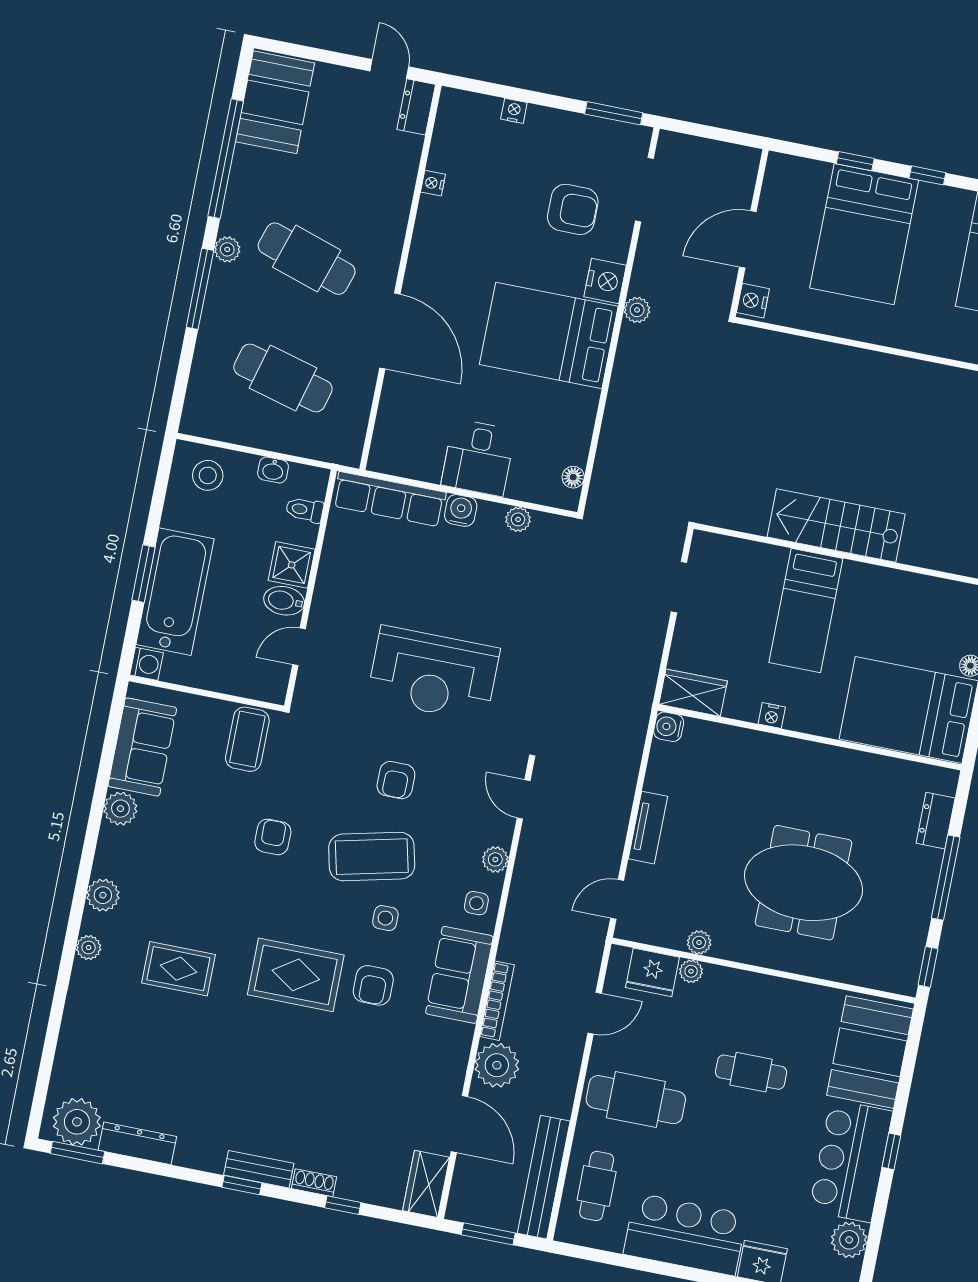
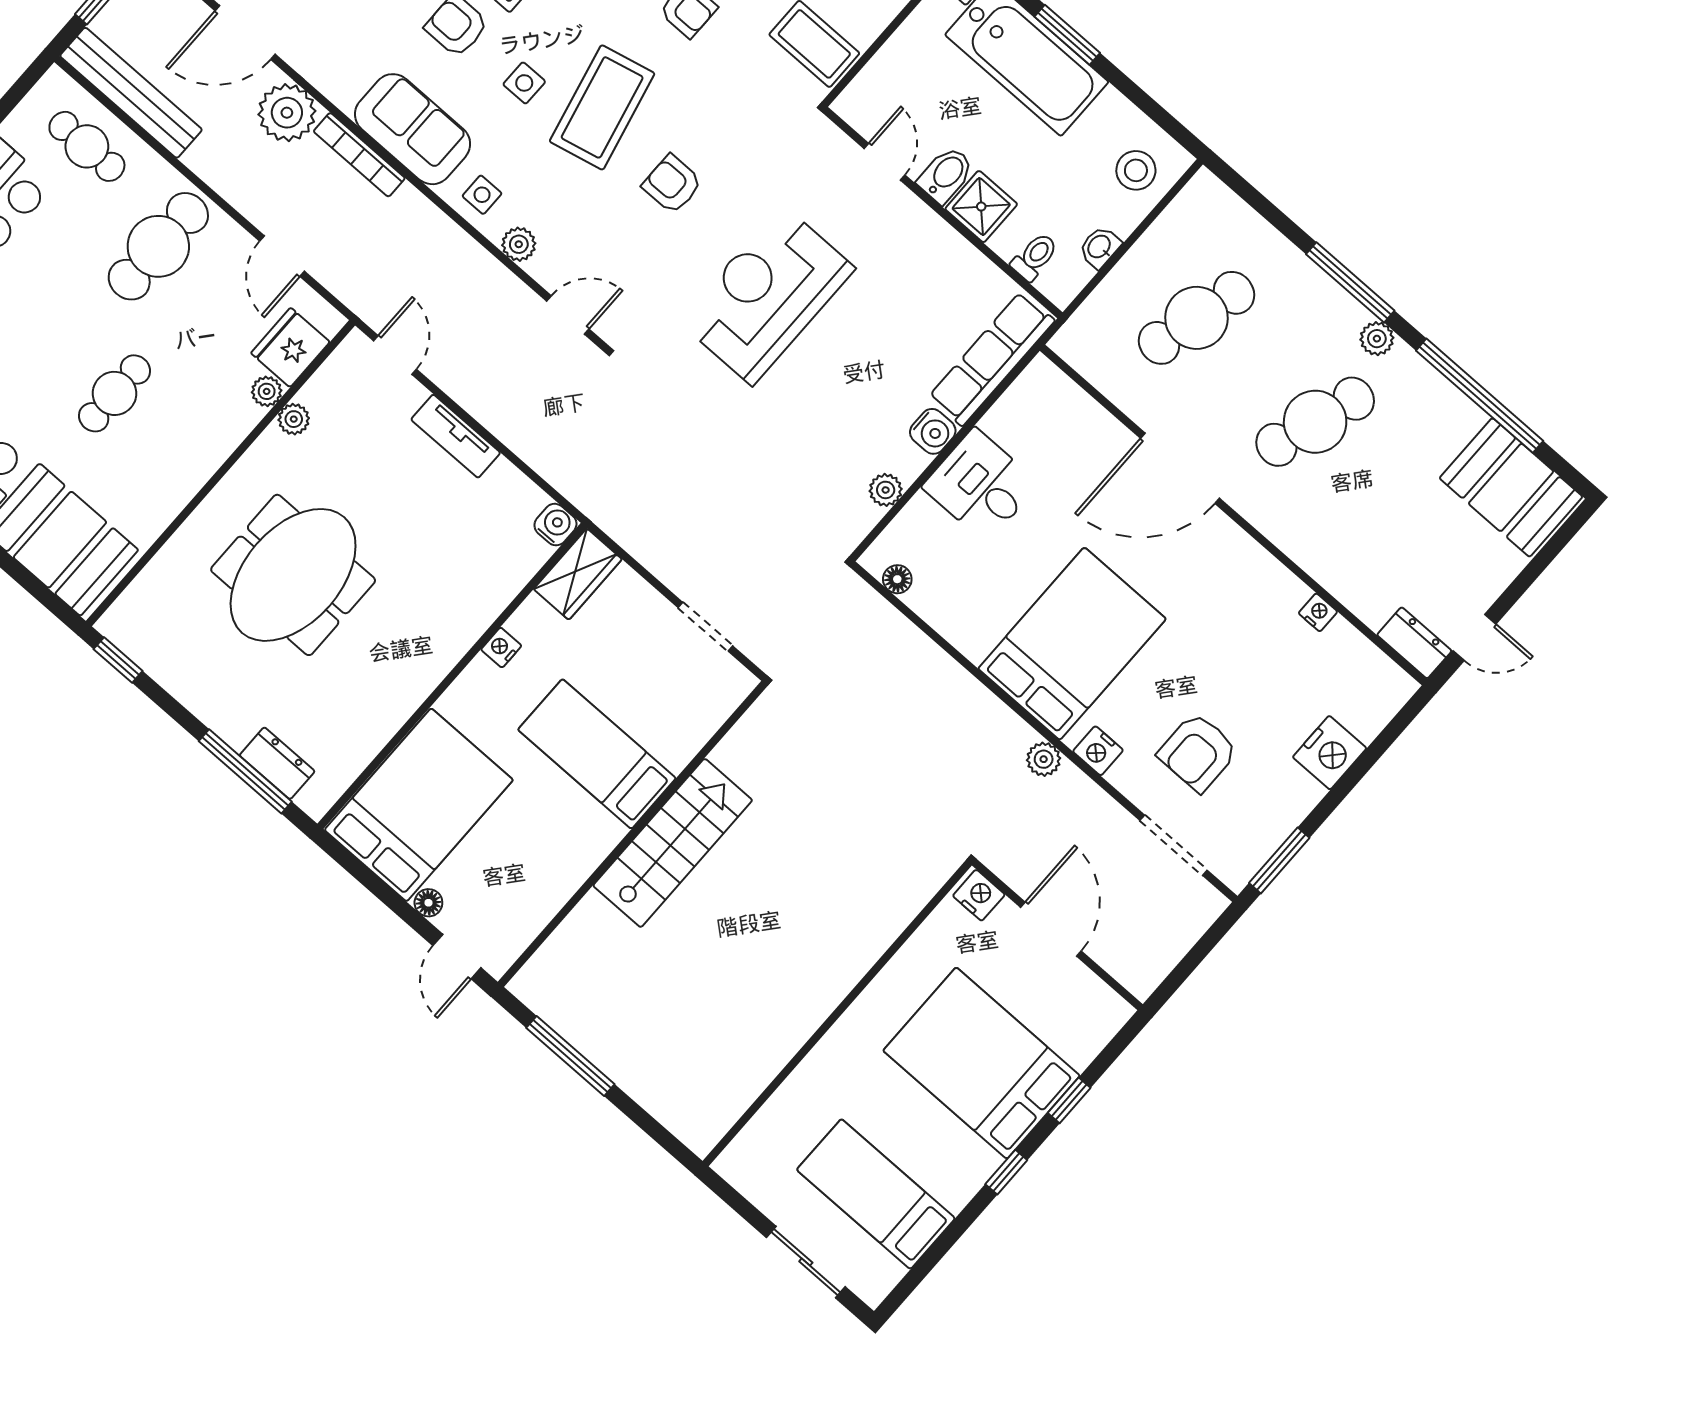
nightstand: (514, 111) -> (1330, 753), width x1.89, depth x1.79
nightstand: (605, 281) -> (1098, 751), width x0.74, depth x0.75
window: (946, 878) -> (245, 771), moved

